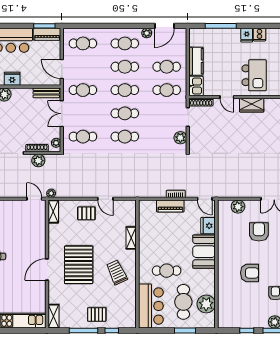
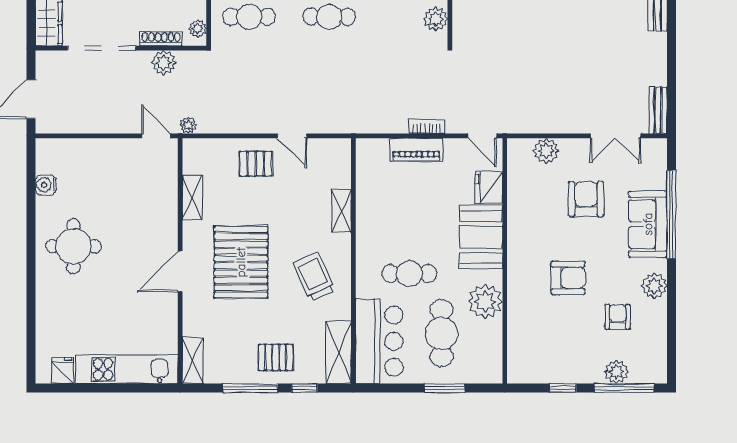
shelving: (53, 212) -> (192, 198), moved
plant: (206, 304) -> (485, 301), moved
shelving: (130, 312) -> (339, 352), added

